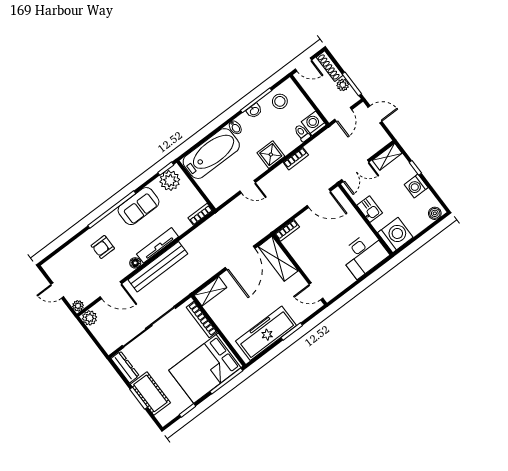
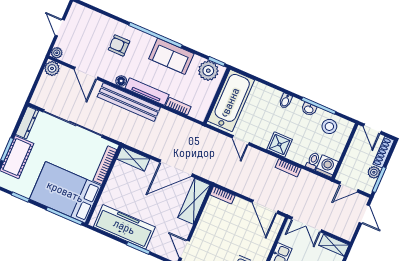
bathtub: (211, 154) -> (231, 101), moved, turned -90
bookcase: (200, 214) -> (178, 106), moved

